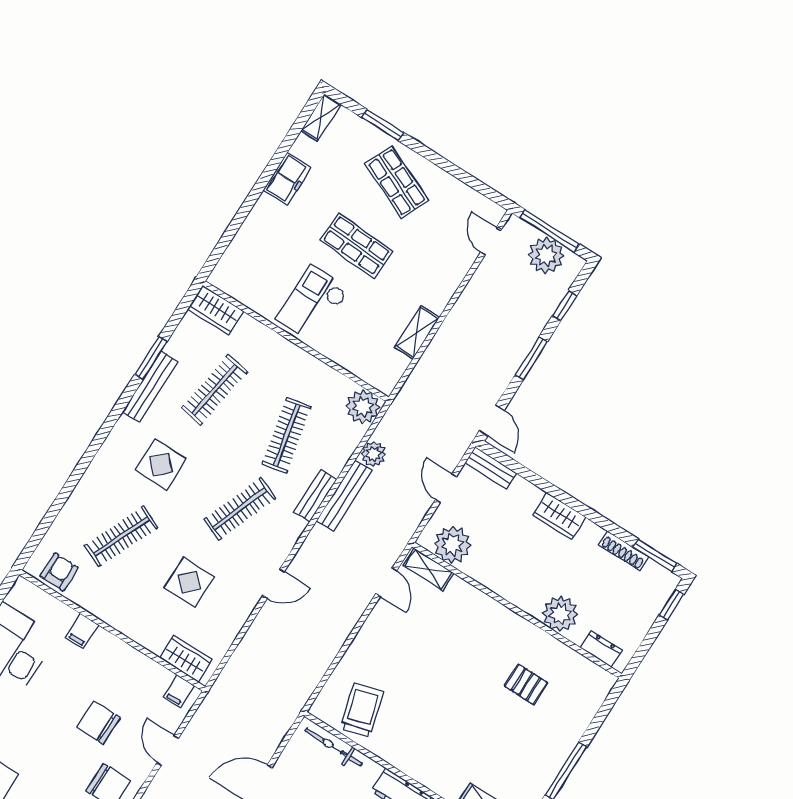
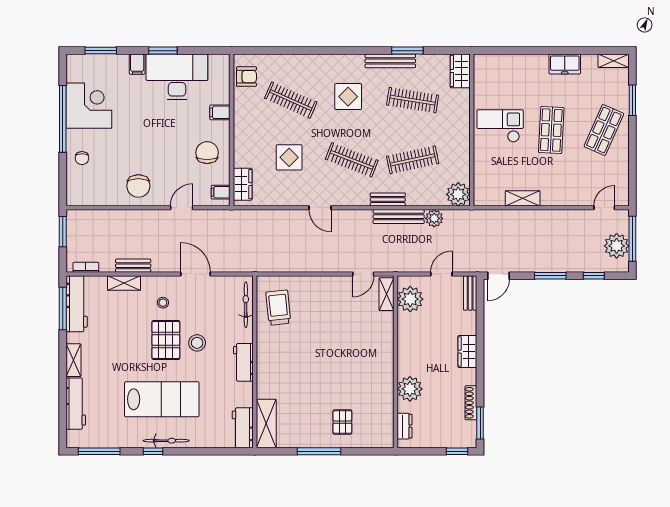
pallet: (526, 684) -> (342, 422), moved
trolley: (362, 710) -> (278, 308), turned -80
chair: (98, 722) -> (207, 153), moved

